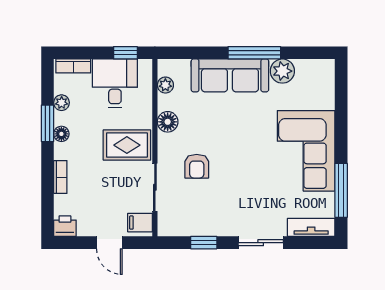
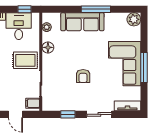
plant: (282, 71) -> (134, 19), moved
armchair: (197, 166) -> (83, 76), moved
window: (341, 190) -> (144, 67), moved

